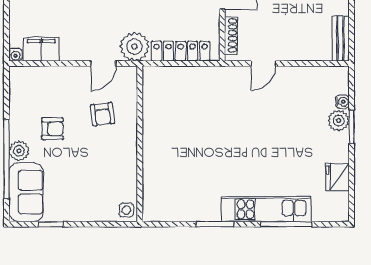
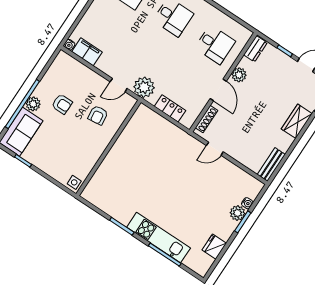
locker: (181, 51) -> (170, 108), width x0.66

